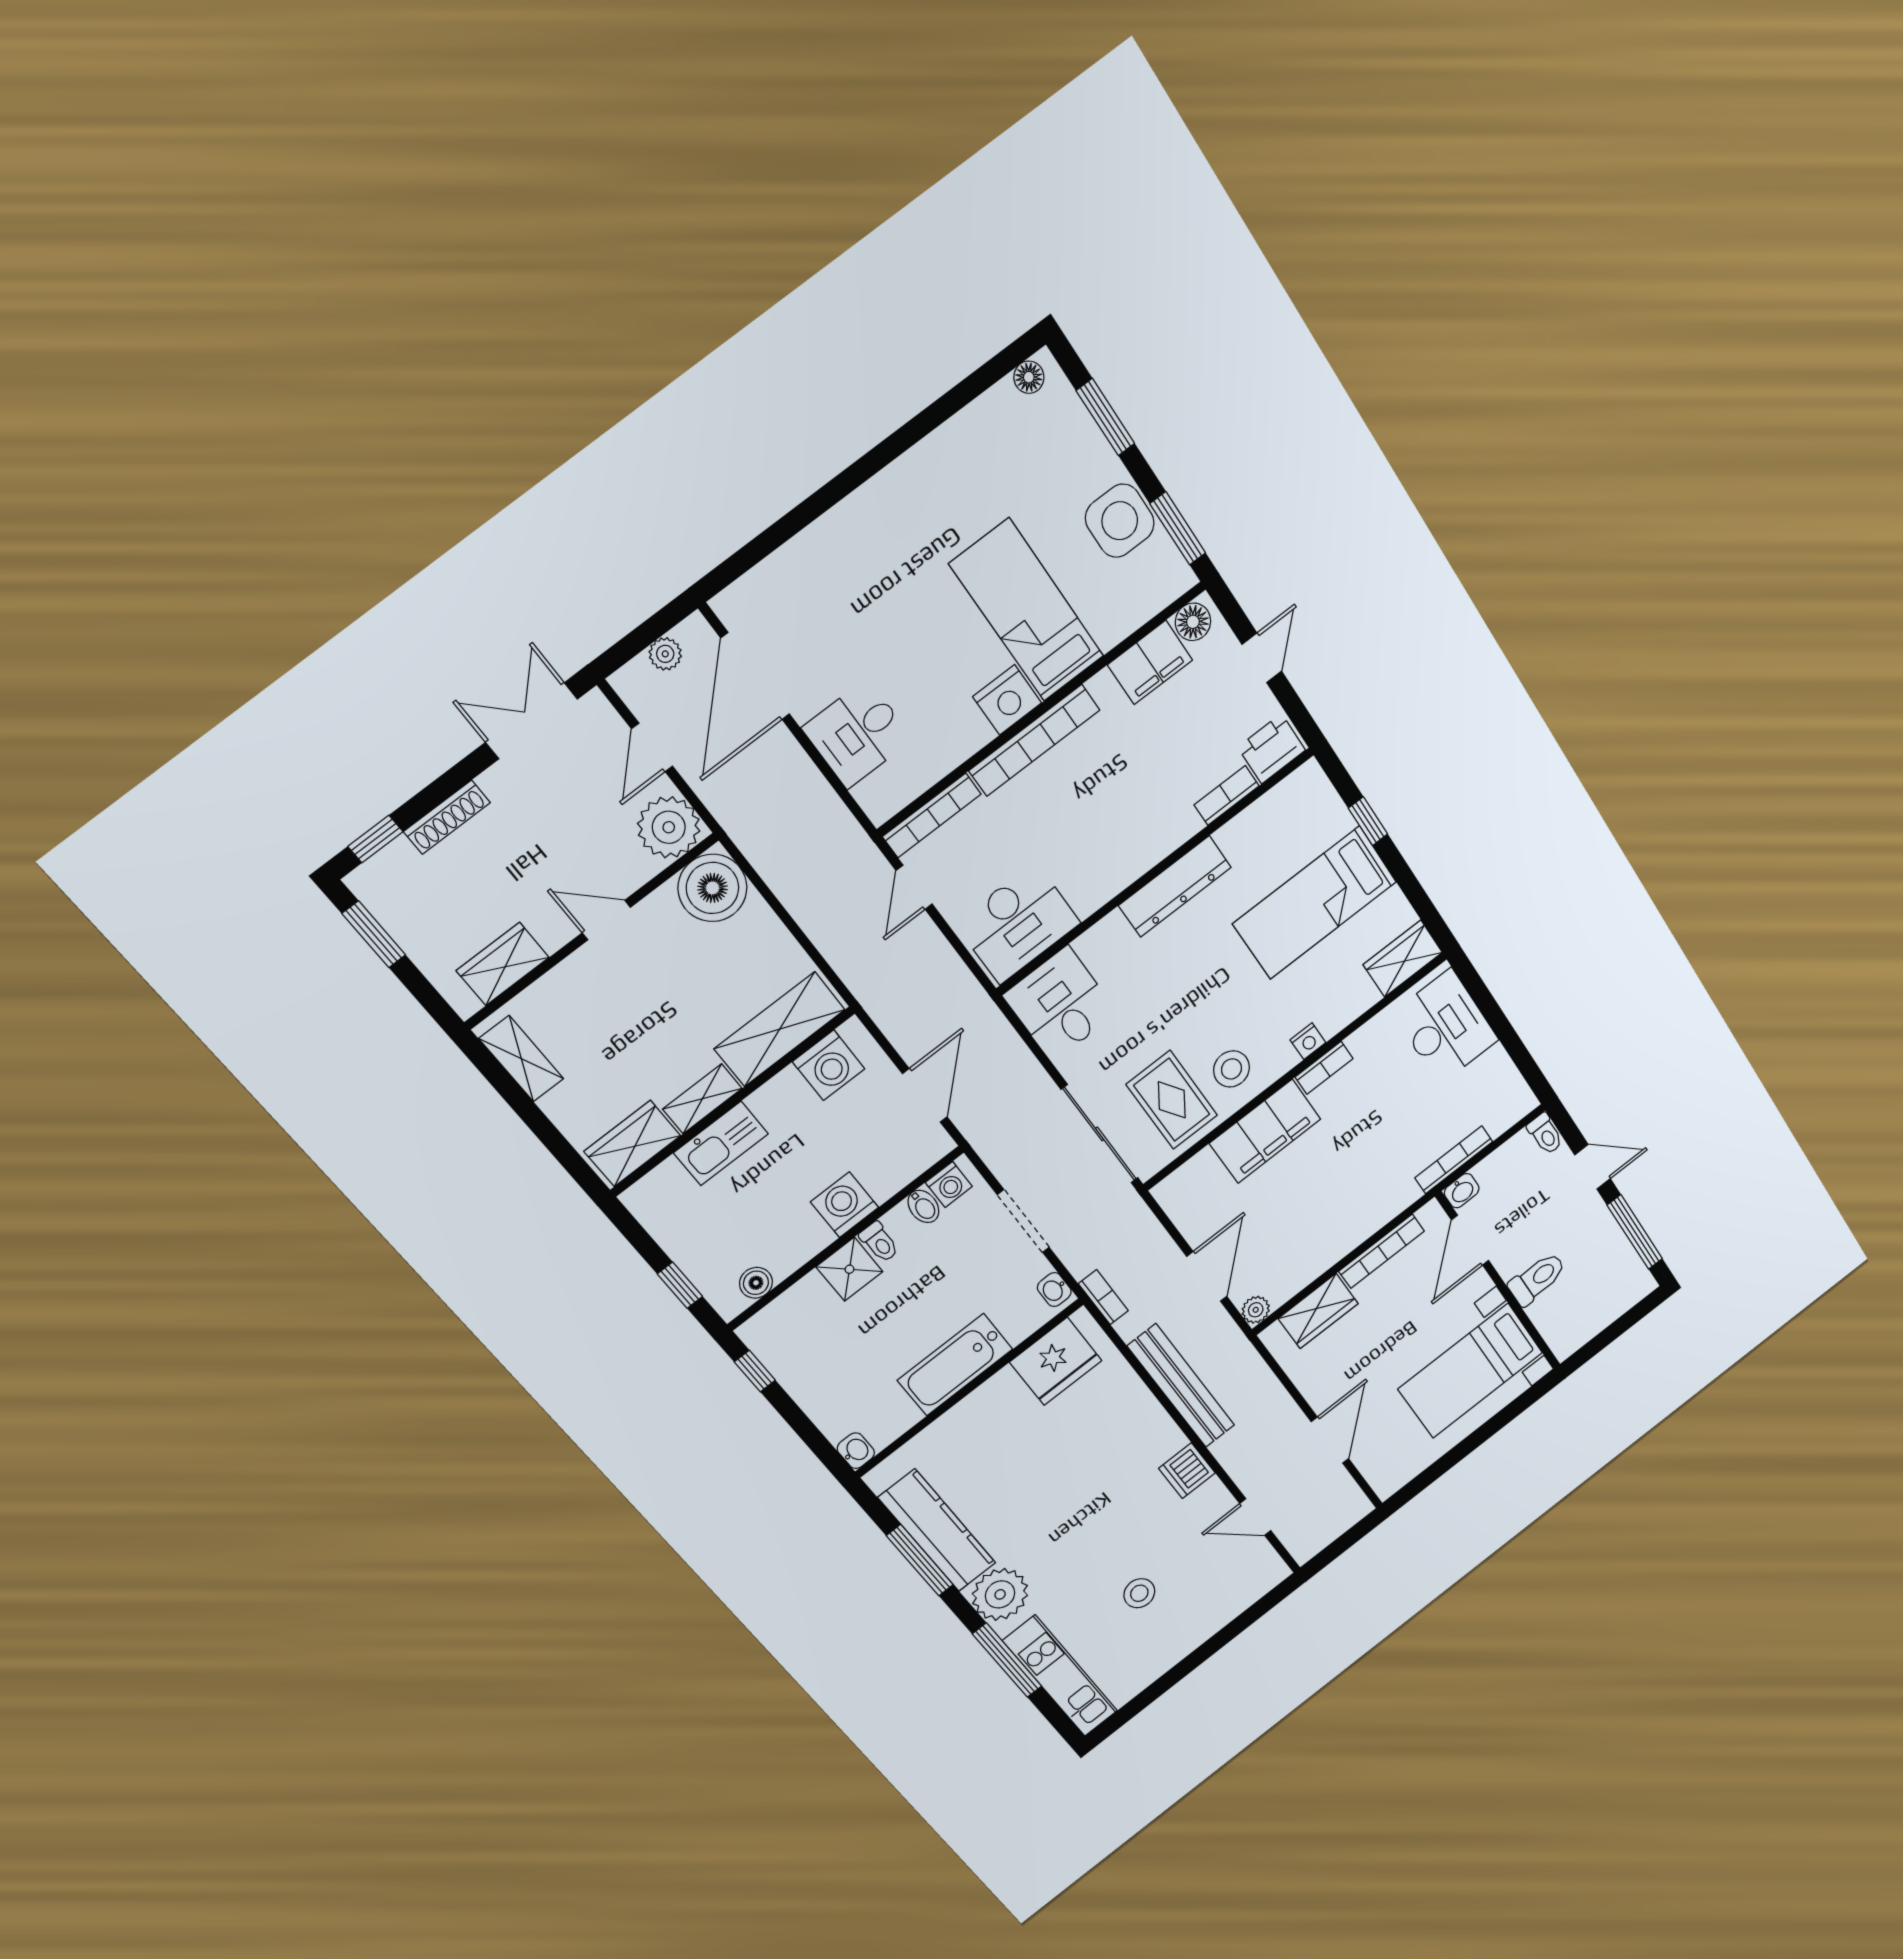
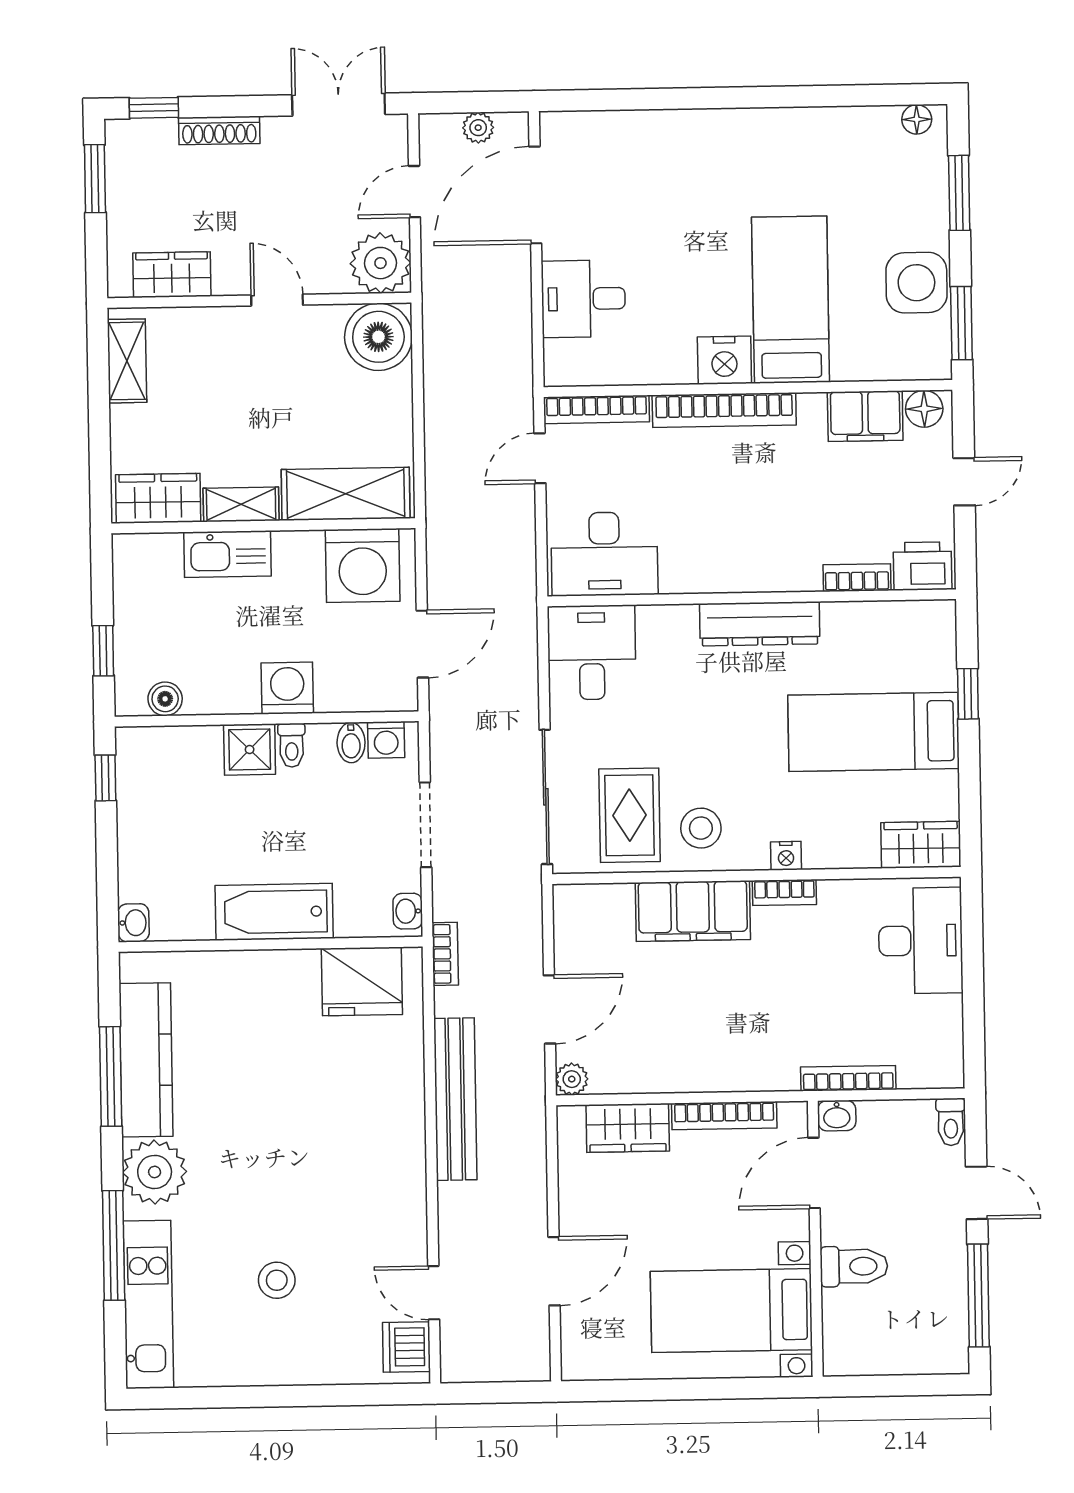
washing machine: (829, 1065) -> (363, 565), width x1.37, depth x1.37
dishwasher: (1187, 1471) -> (406, 1347), moved

